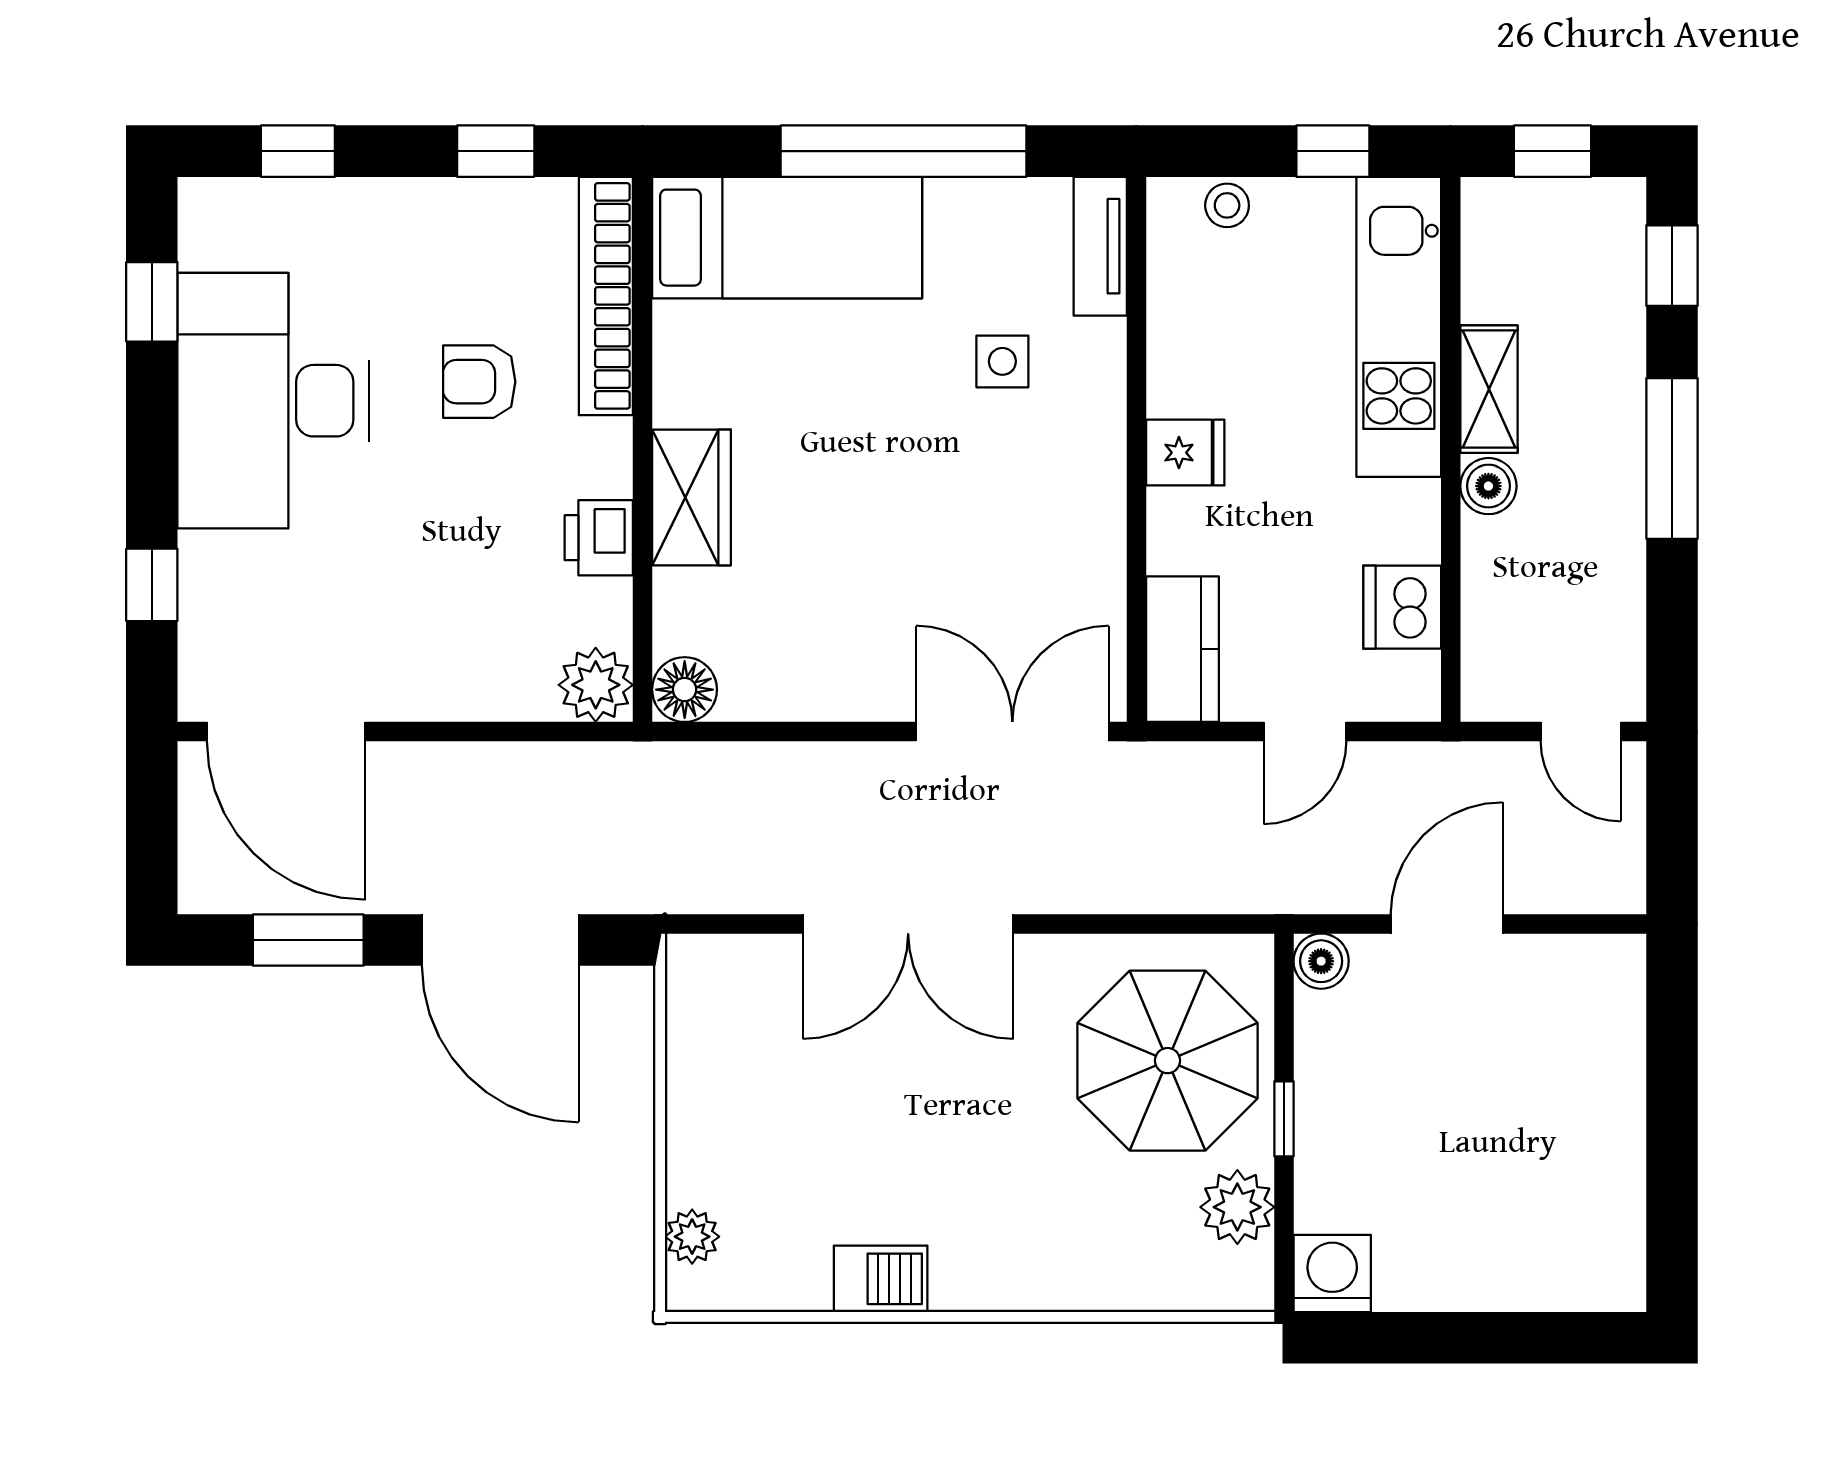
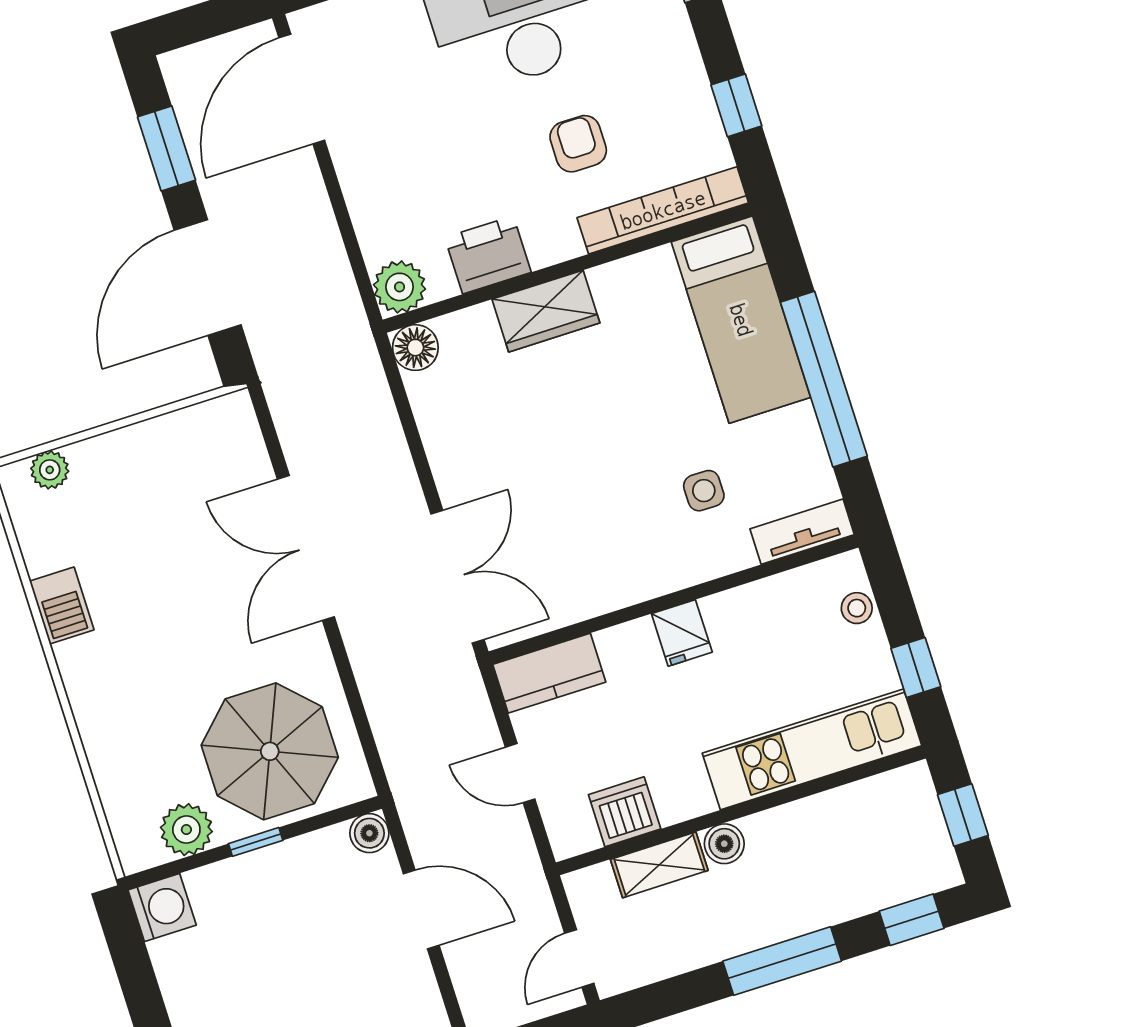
shelving: (1489, 389) -> (659, 865), moved
printer: (599, 538) -> (488, 255), width x1.36, depth x1.24

